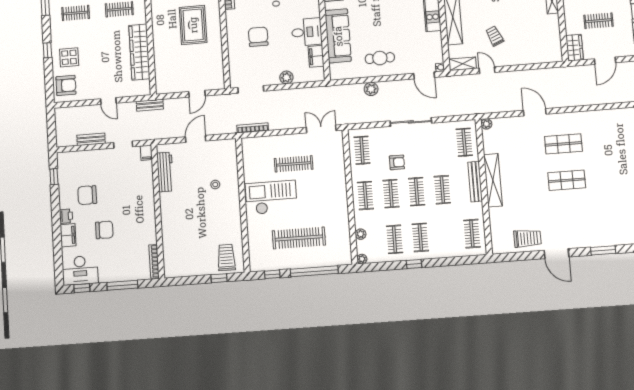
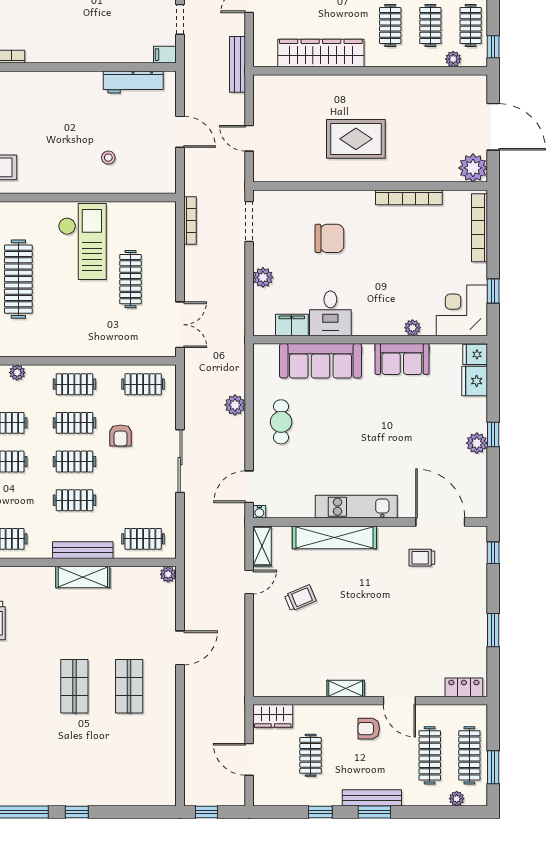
bench: (150, 105) -> (237, 64), width x1.36
shelving: (493, 180) -> (83, 577), width x0.68

